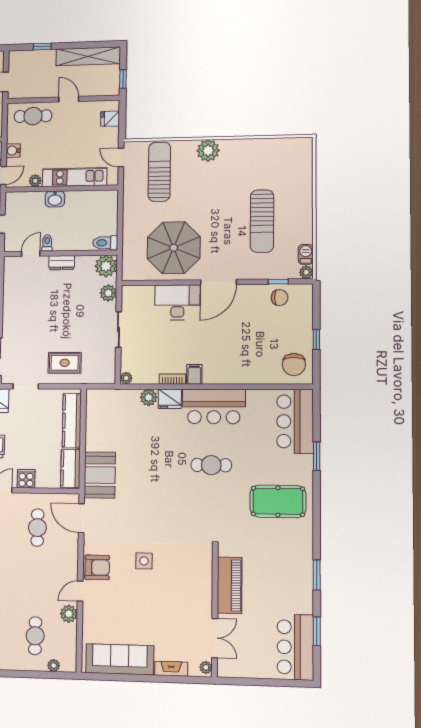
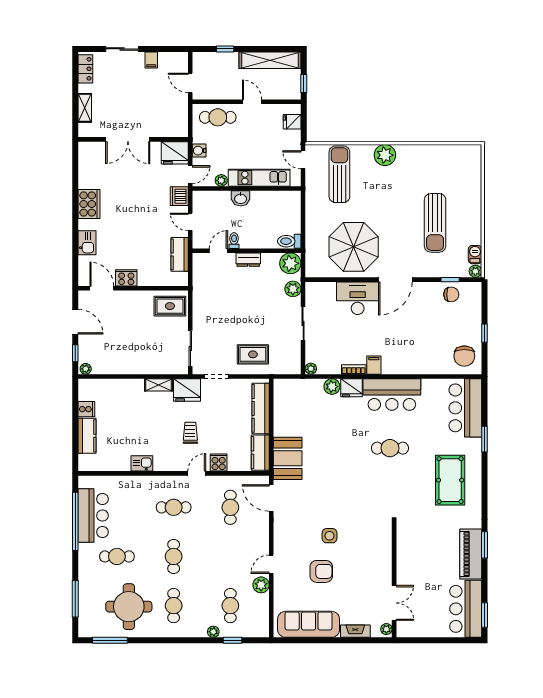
pool table: (278, 501) -> (450, 480), turned 90
armchair: (97, 567) -> (321, 571), moved
piano: (230, 585) -> (471, 554), moved, turned 180
window: (317, 631) -> (484, 615), moved
plant: (54, 666) -> (213, 632), moved
window: (37, 675) -> (233, 640), added

